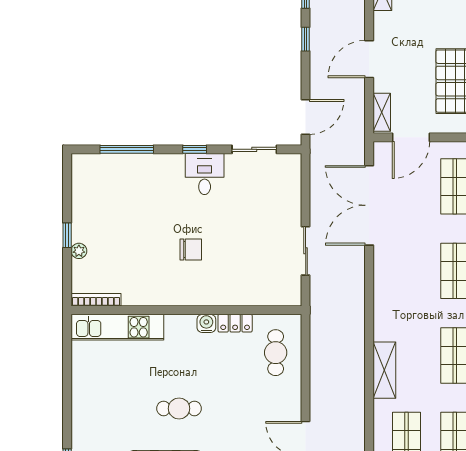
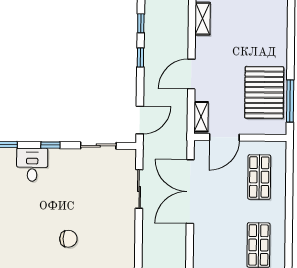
desk: (205, 174) -> (32, 165), moved
chair: (191, 249) -> (68, 239), moved
sliding door: (306, 251) -> (139, 189), moved

